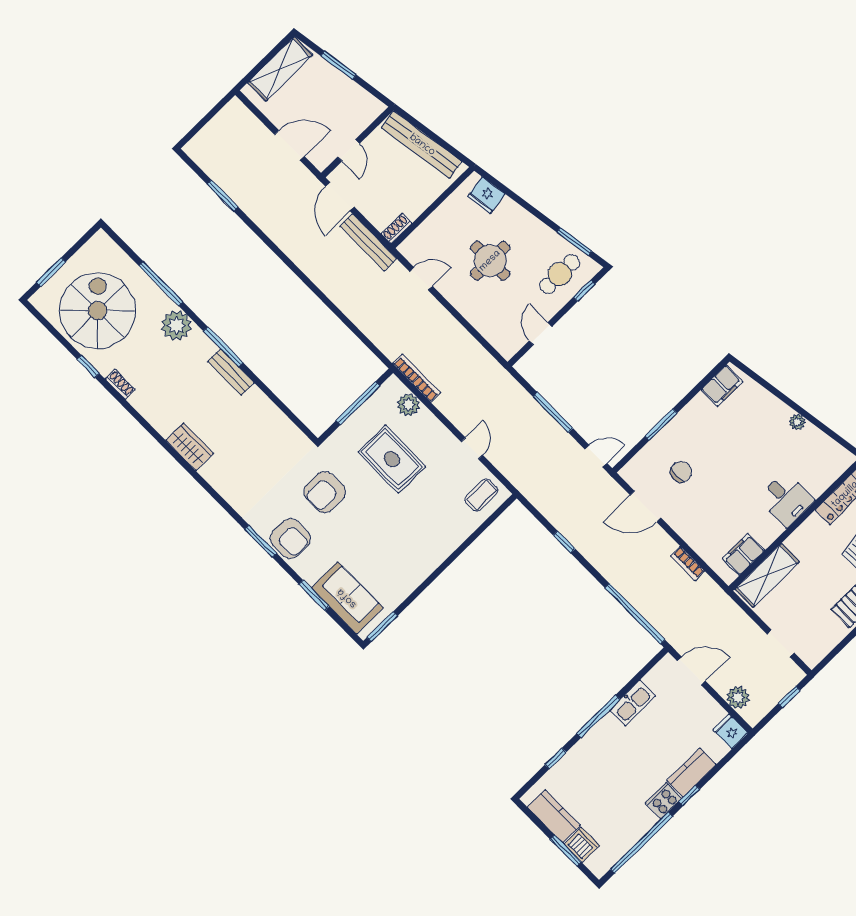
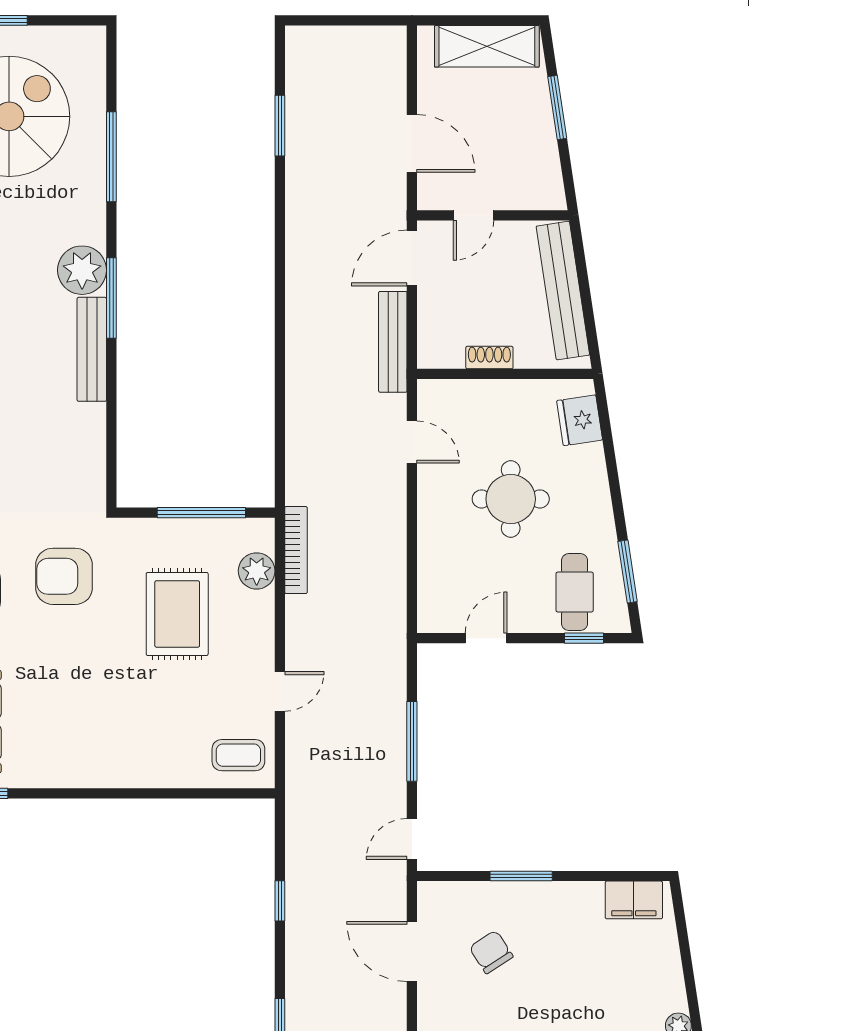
shoe rack: (396, 228) -> (489, 358), moved
cafe table: (560, 274) -> (575, 592), turned 90
plant: (176, 326) -> (82, 270), moved
bench: (231, 372) -> (92, 349), width x1.36
door: (596, 456) -> (412, 839), swing flipped
chair: (681, 472) -> (491, 952), turned -123

